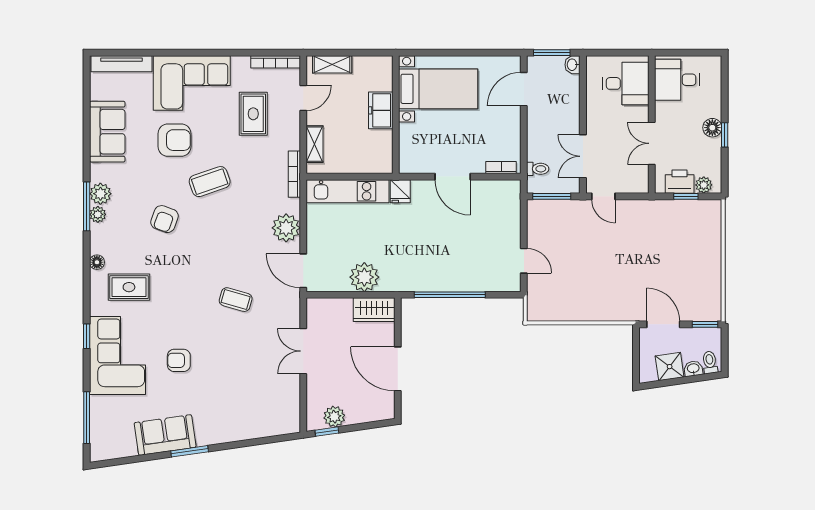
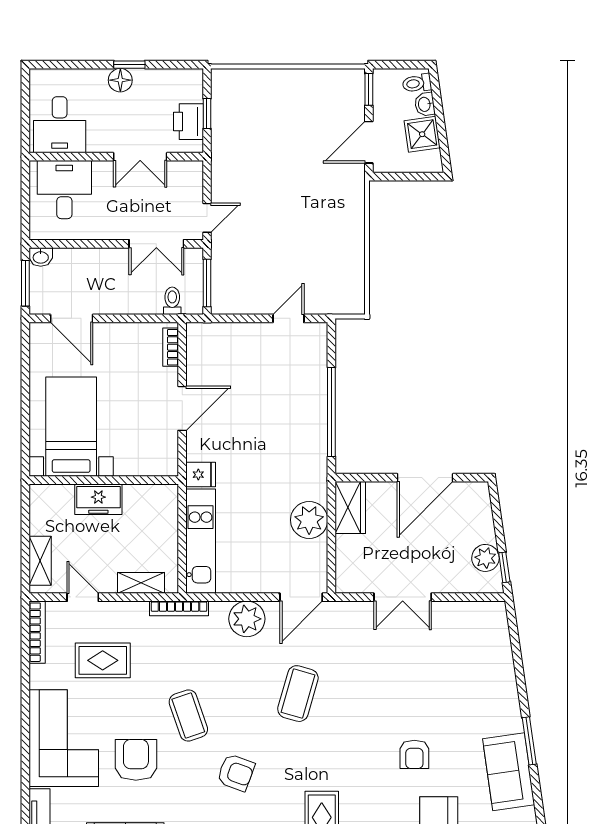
plant: (704, 185) -> (193, 91), removed
coffee table: (236, 300) -> (298, 694), moved, width x1.36, depth x1.30

